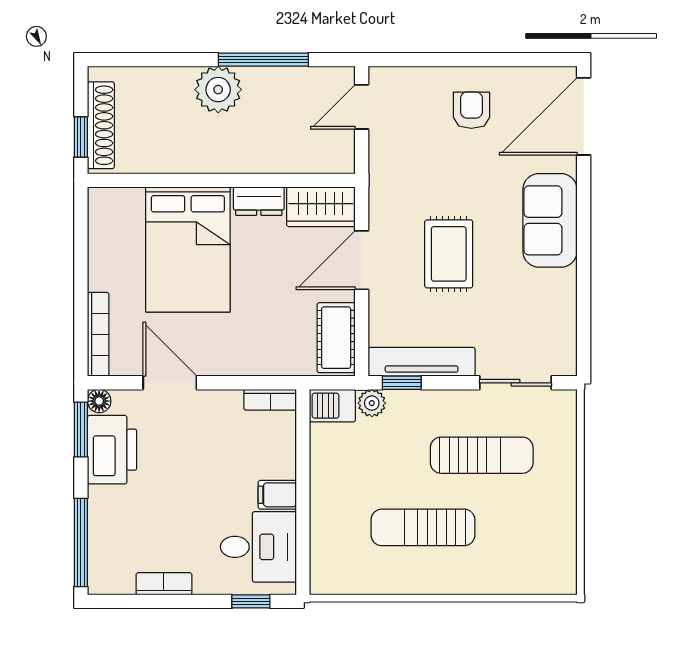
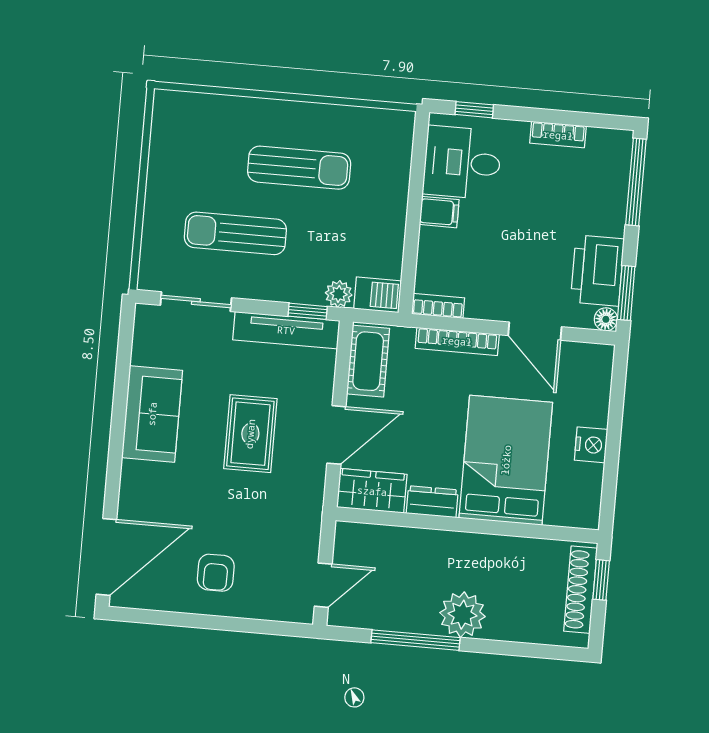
sofa: (550, 220) -> (152, 414), moved
nightstand: (103, 273) -> (591, 445), added
bookcase: (98, 334) -> (457, 341), moved, turned -90

